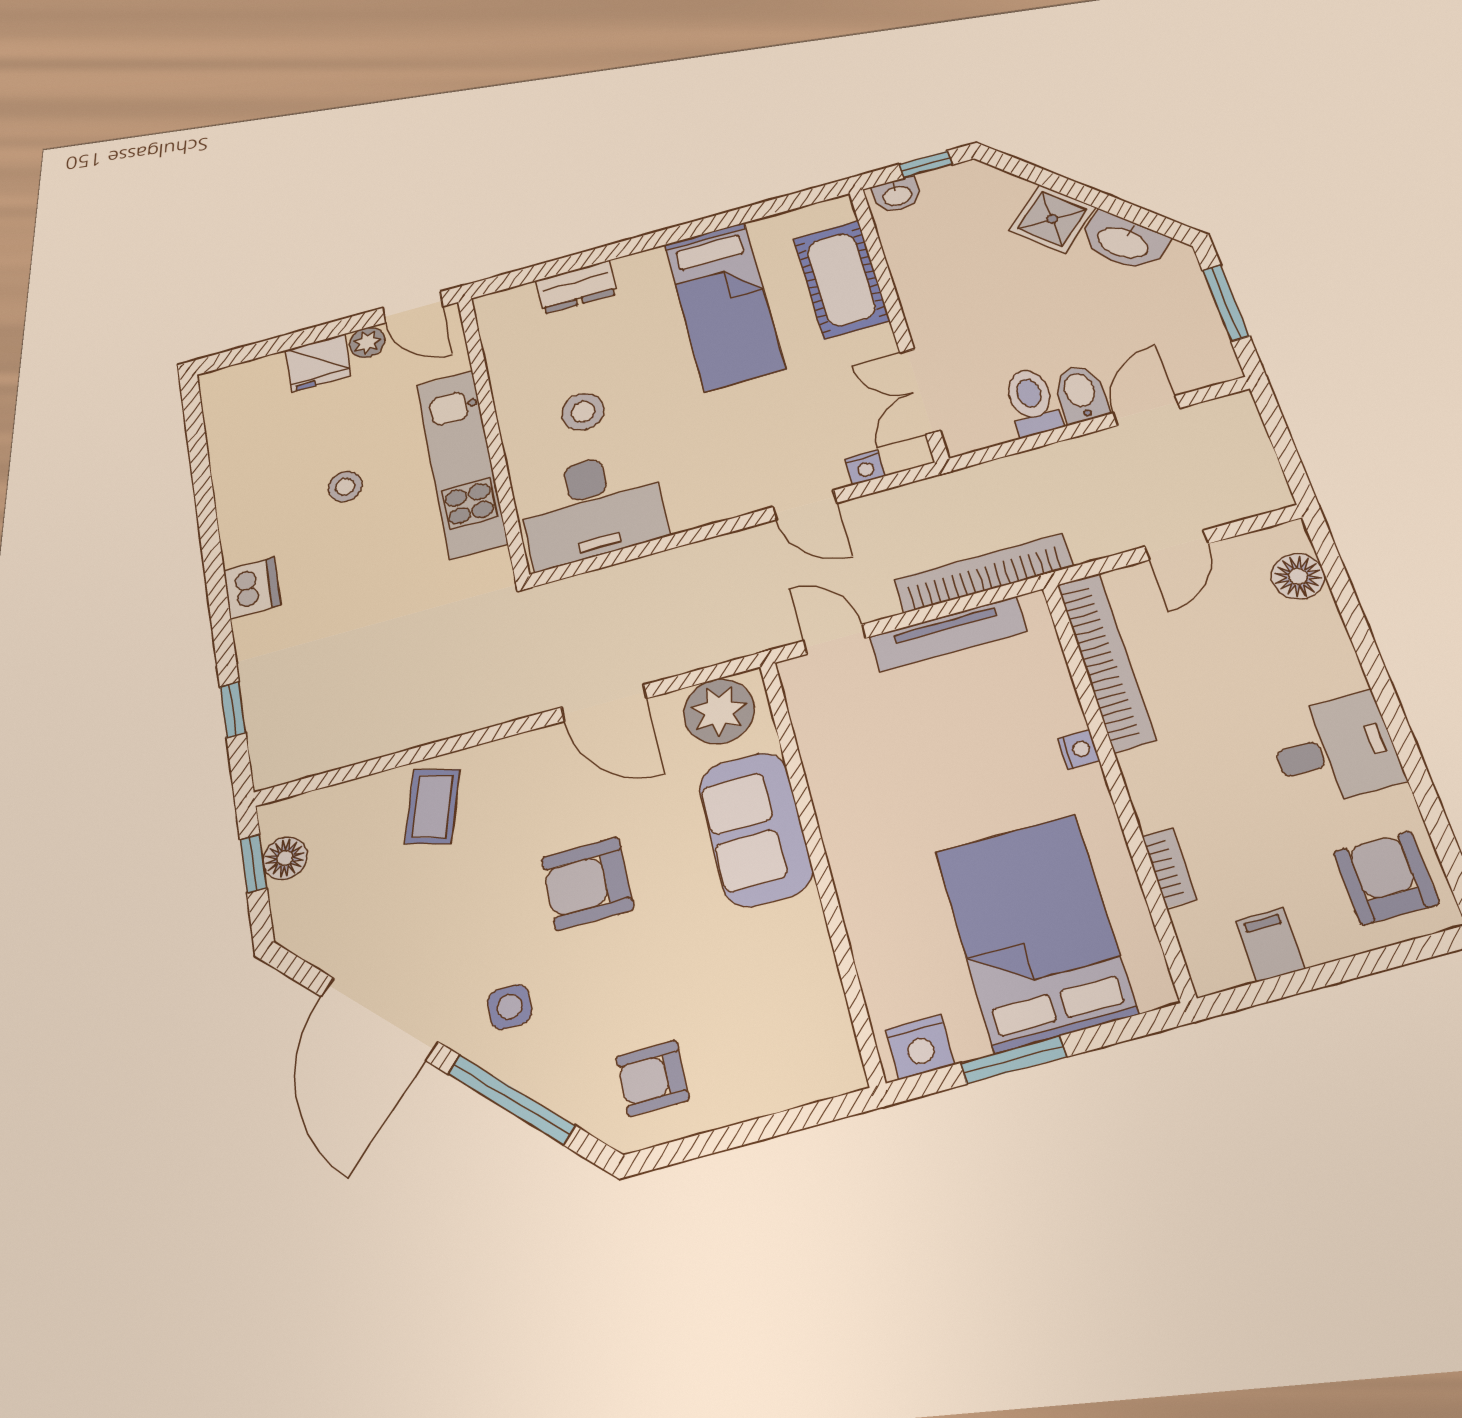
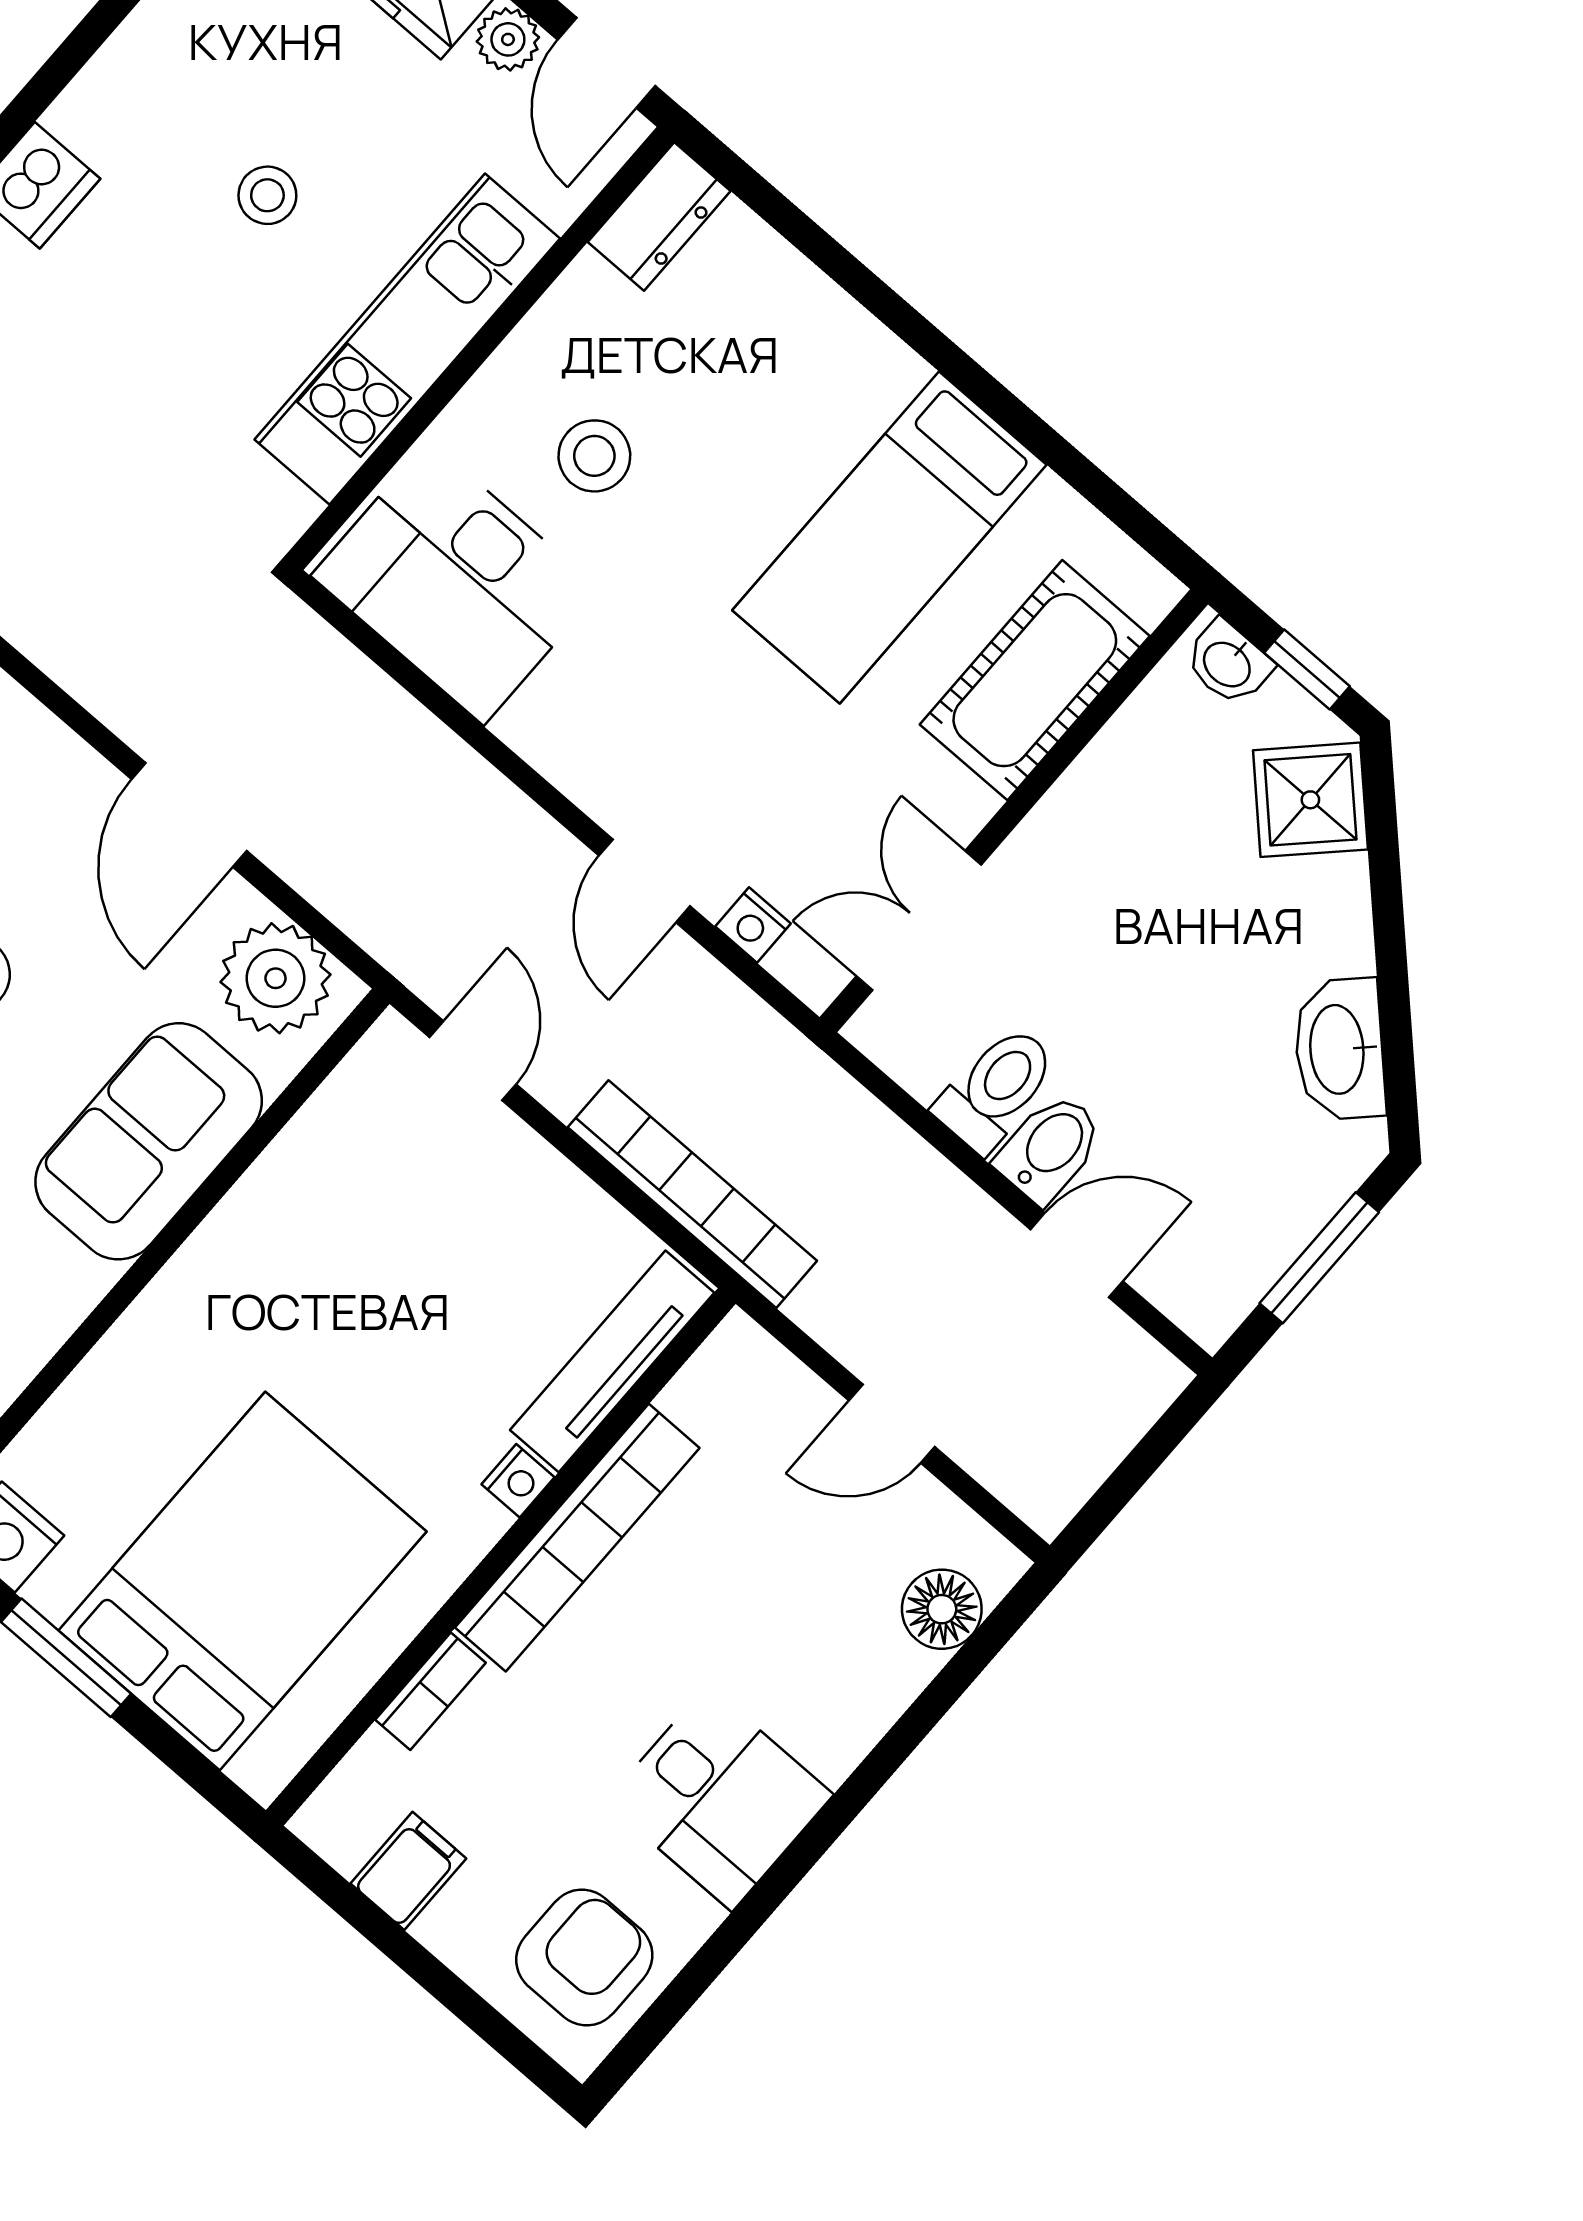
shower: (1052, 219) -> (1310, 800), moved
dresser: (576, 287) -> (659, 216), moved, turned -90
tv unit: (948, 634) -> (612, 1361), moved, turned 90
bookcase: (1106, 661) -> (577, 1538), moved

